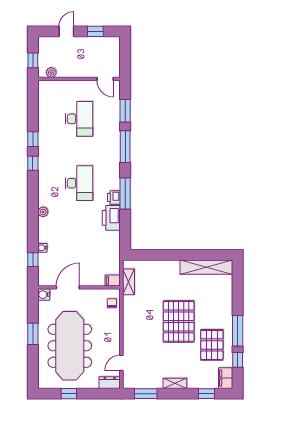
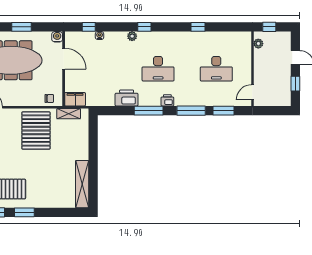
window: (33, 163) -> (144, 27), moved
printer: (114, 198) -> (167, 100), moved
filing cabinet: (113, 281) -> (75, 99), width x2.00
pallet: (179, 321) -> (36, 131), moved, turned 90
window: (238, 331) -> (24, 212), width x0.69

